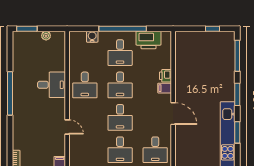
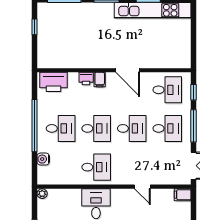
plant: (46, 36) -> (42, 194), moved
printer: (148, 40) -> (53, 82), moved, turned 90
door: (173, 114) -> (128, 70), swing flipped
door: (67, 127) -> (142, 187), swing flipped

